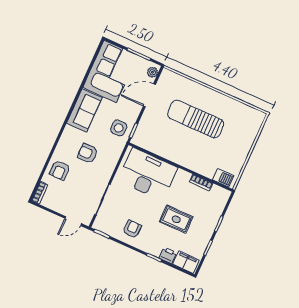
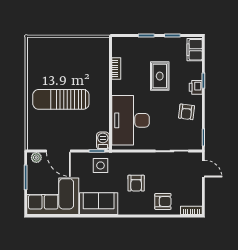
sun lounger: (196, 119) -> (61, 99), turned 90
barbecue: (223, 178) -> (103, 141), moved
armchair: (132, 229) -> (186, 112), turned -83
printer: (168, 255) -> (196, 87), moved

